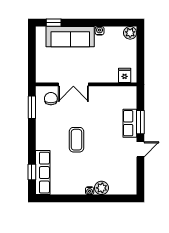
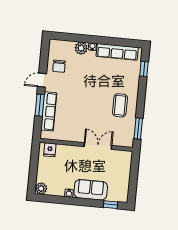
sofa: (70, 37) -> (91, 190), width x0.73
chair: (51, 99) -> (59, 66), moved
row of seats: (130, 123) -> (49, 111), width x1.48
coffee table: (76, 140) -> (120, 105), moved
row of seats: (43, 173) -> (117, 52), moved, turned -90

